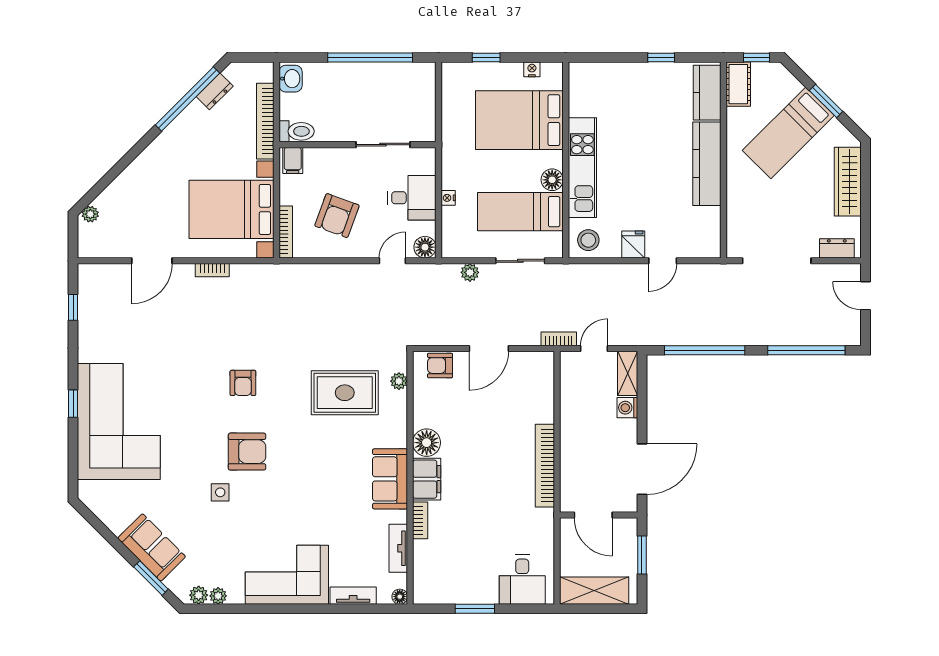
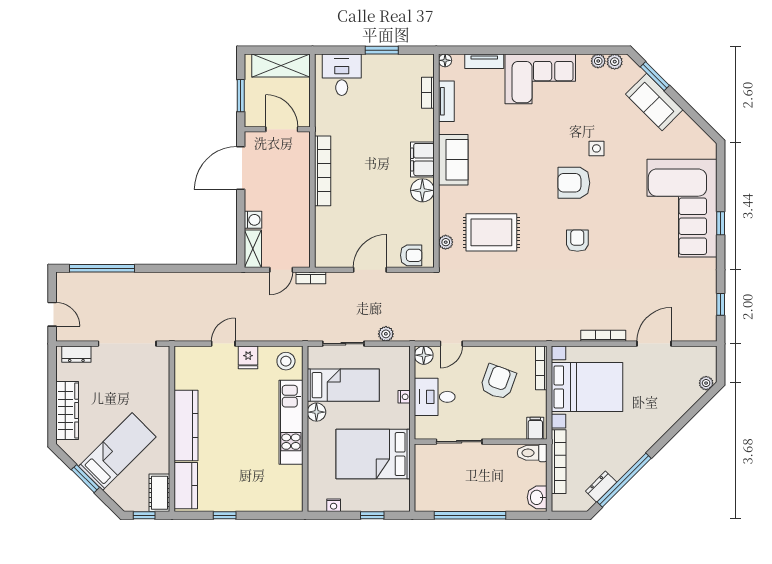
bed: (519, 120) -> (373, 454), moved, turned 180
bookcase: (212, 270) -> (603, 336), width x1.56
window: (705, 350) -> (188, 268), removed
bookcase: (420, 520) -> (428, 93), moved

